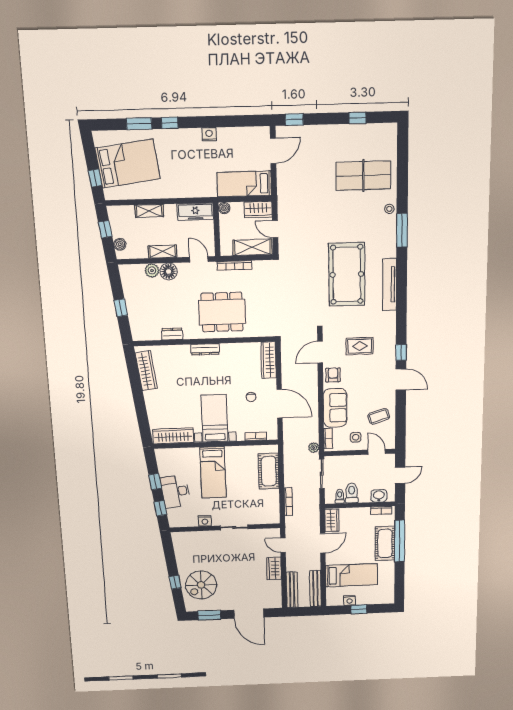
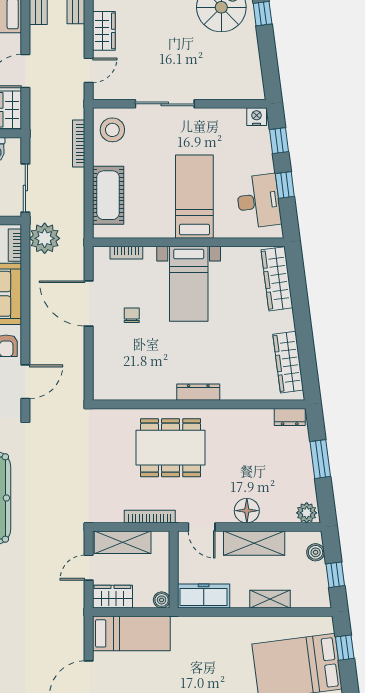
door: (275, 229) -> (89, 568), swing flipped
shelving: (163, 251) -> (254, 543), width x1.50, depth x1.33
plant: (152, 271) -> (307, 513), moved
window: (121, 308) -> (320, 459), width x1.50
dresser: (172, 334) -> (290, 417), moved
wardrobe: (269, 360) -> (103, 372), removed
wardrobe: (173, 436) -> (277, 279), moved, turned 83
plant: (314, 448) -> (45, 238), width x1.87, depth x1.87
desk: (176, 492) -> (258, 201), moved
stool: (267, 511) -> (112, 130), added
nightstand: (205, 521) -> (257, 117), moved
sliding door: (234, 527) -> (165, 104), width x1.37
door: (283, 545) -> (89, 70), hinge flipped

